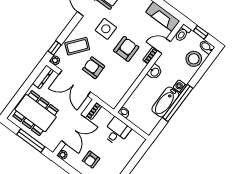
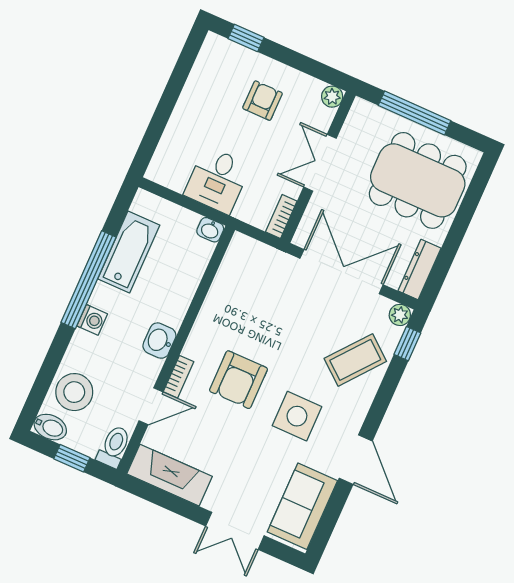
armchair: (94, 68) -> (305, 318), removed
bathtub: (165, 102) -> (129, 252), moved
double door: (73, 129) -> (320, 163), width x0.73

